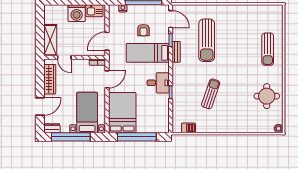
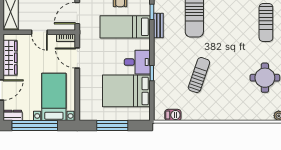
door: (64, 57) -> (39, 32), moved
door: (107, 79) -> (77, 58), swing flipped
bed: (122, 113) -> (126, 91), moved, turned -90
window: (137, 137) -> (112, 126), width x0.68

